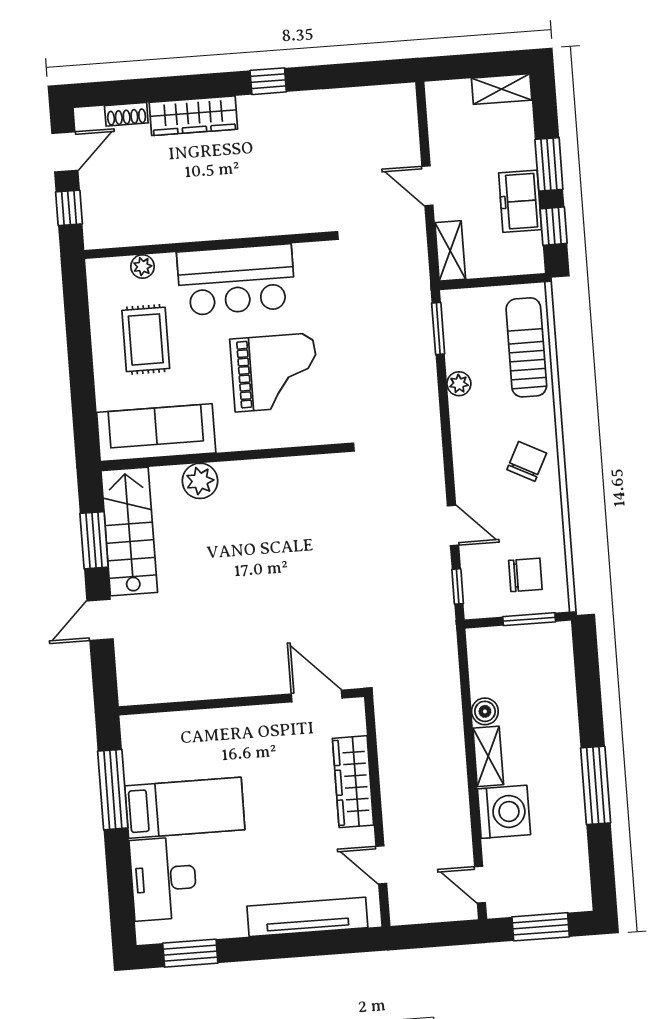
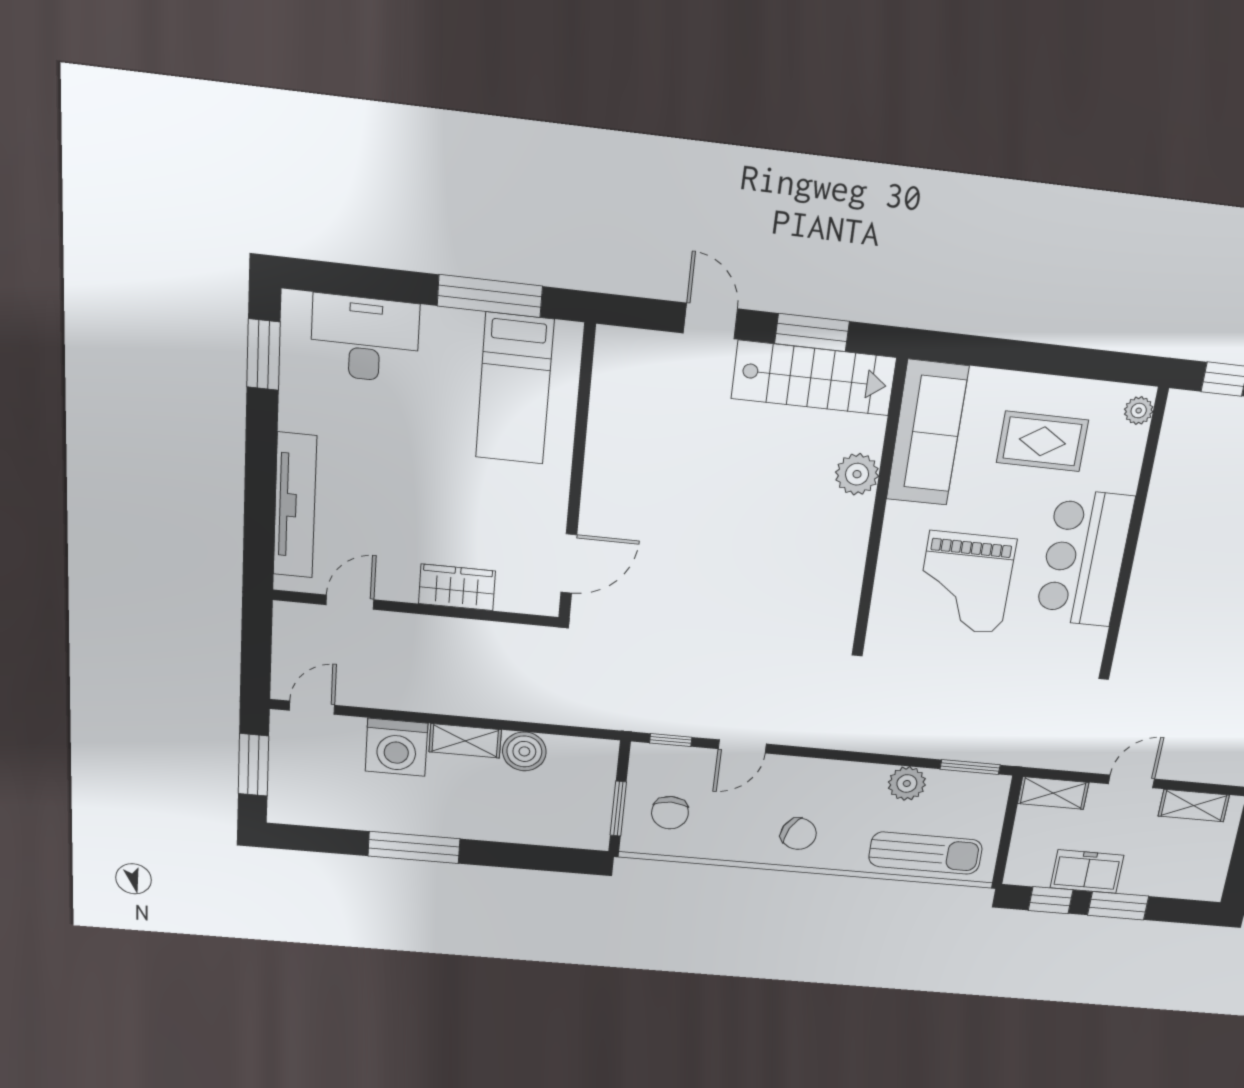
shelving: (502, 89) -> (1194, 806), moved, turned 90
plant: (143, 266) -> (1139, 411), moved
plant: (459, 384) -> (907, 783), width x1.38, depth x1.38
boiler: (485, 711) -> (524, 751), width x1.36, depth x1.36
wardrobe: (353, 782) -> (457, 587), width x0.67
bed: (185, 808) -> (515, 389), moved

